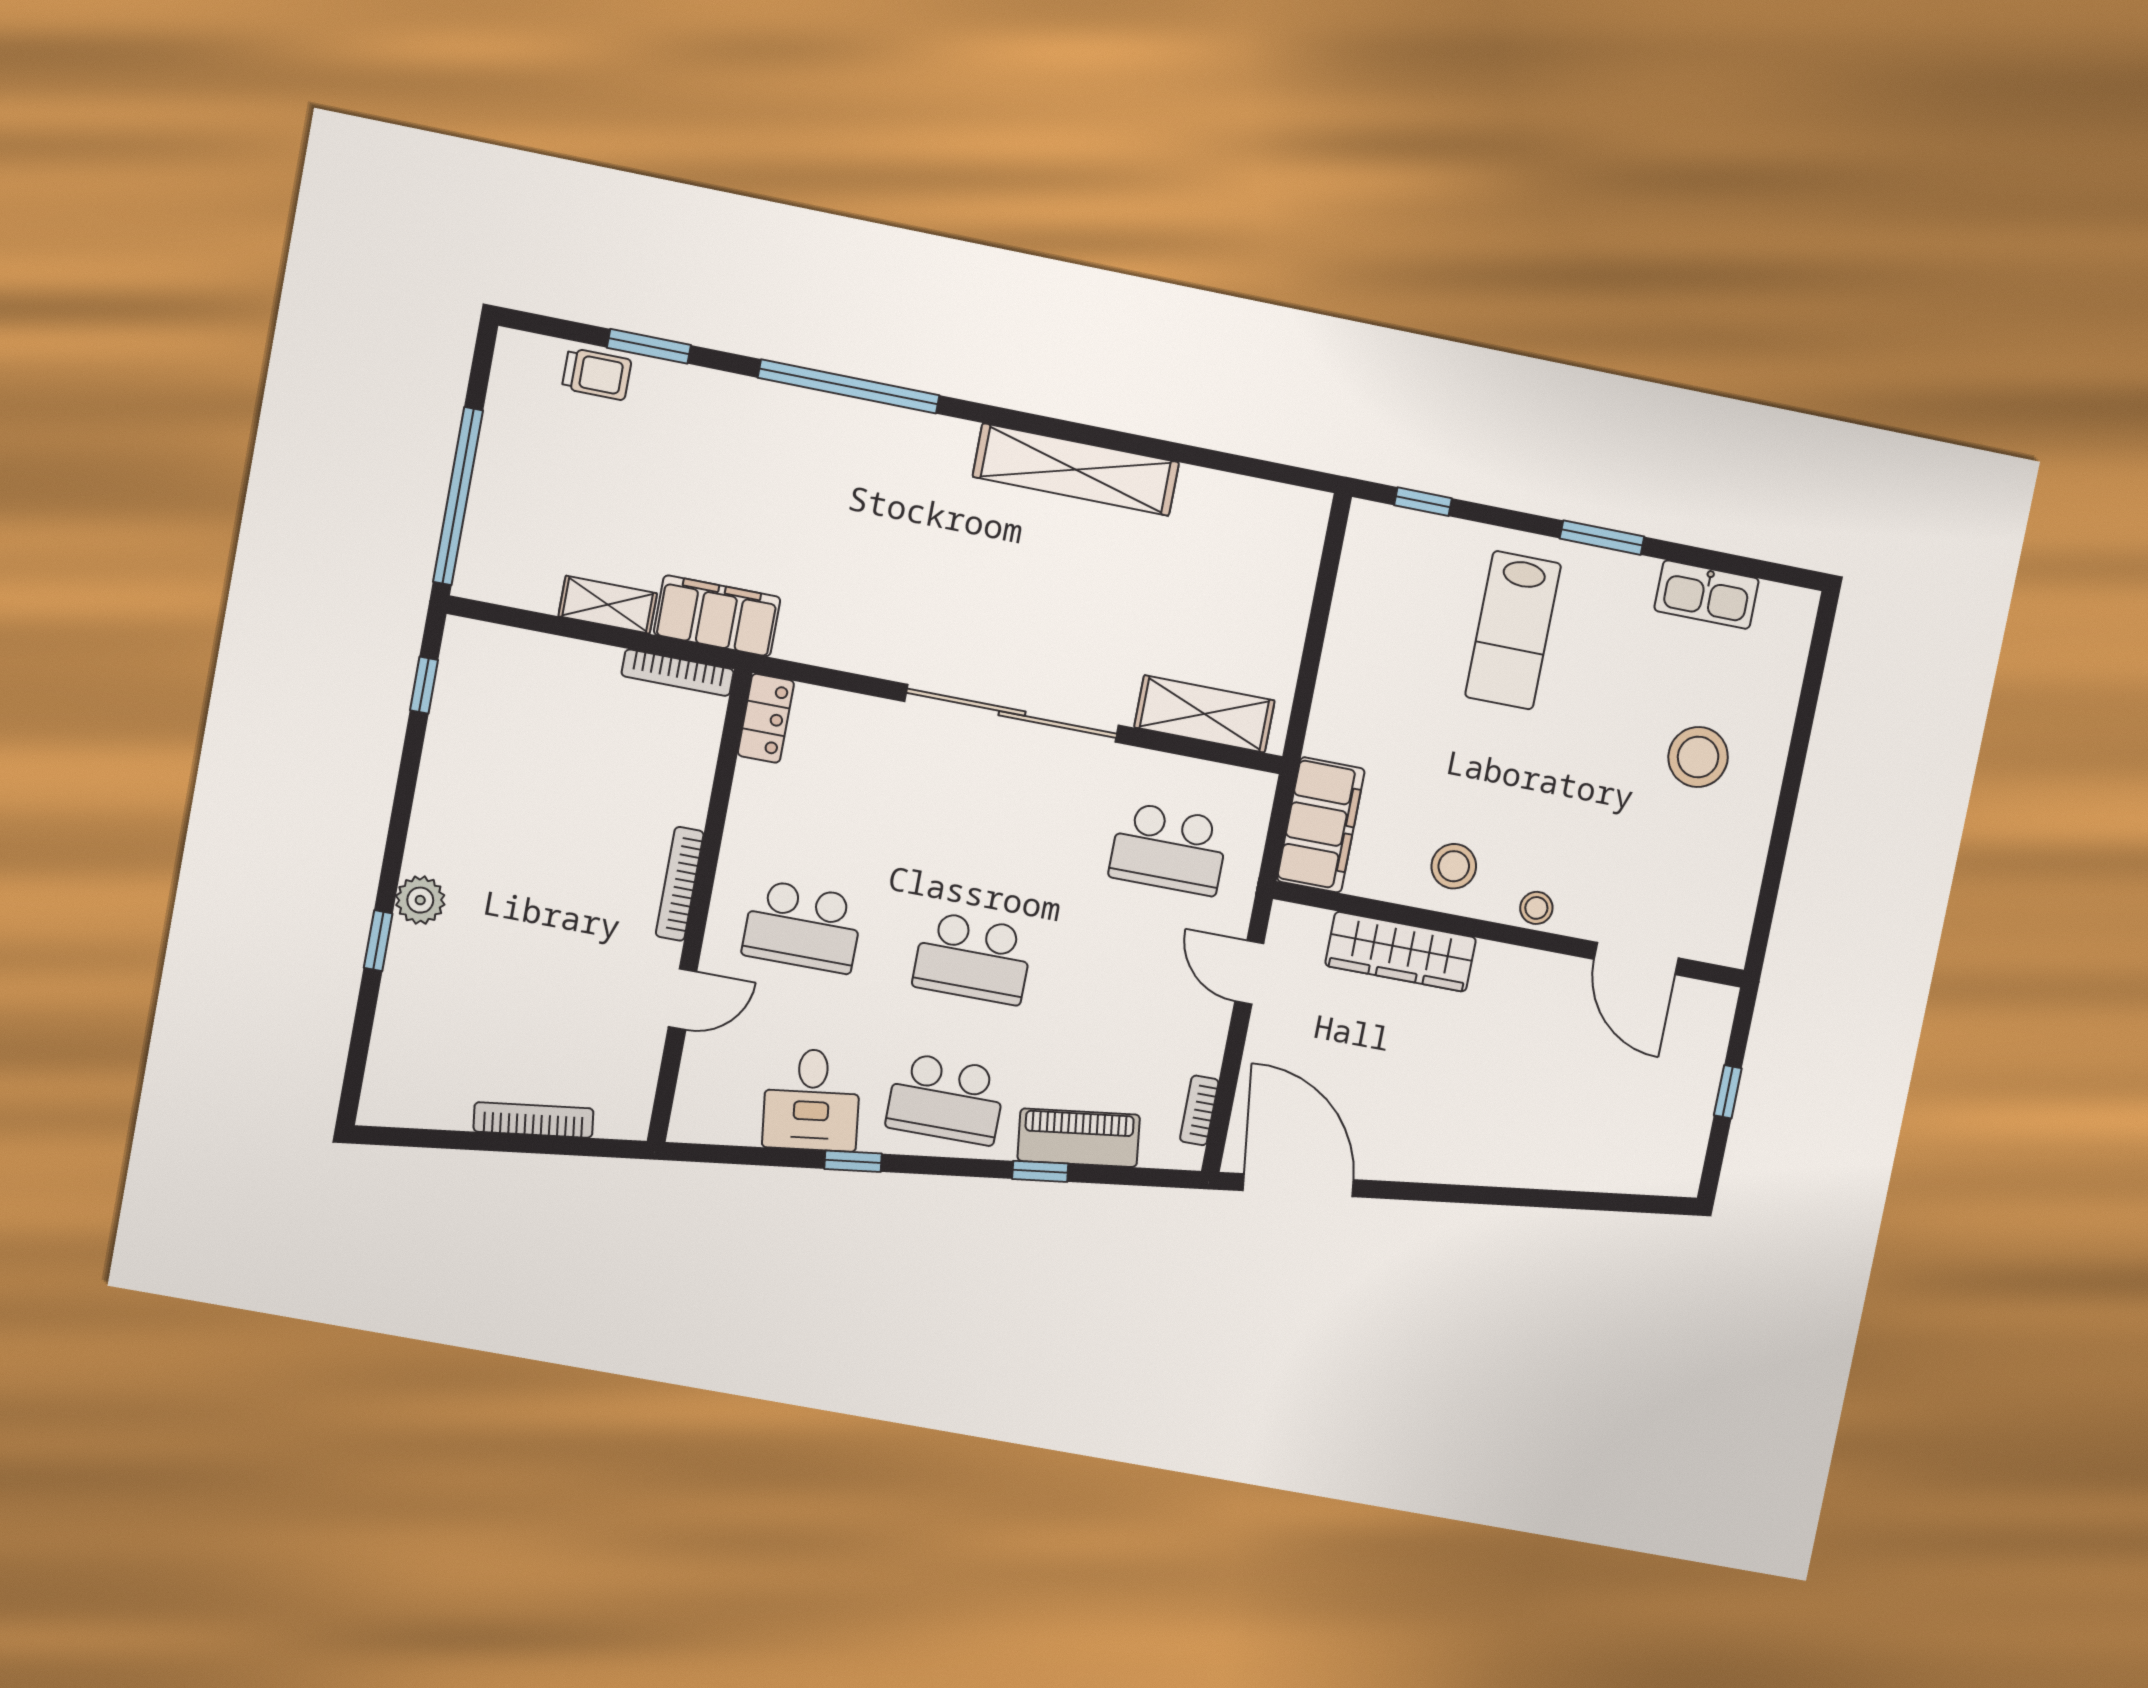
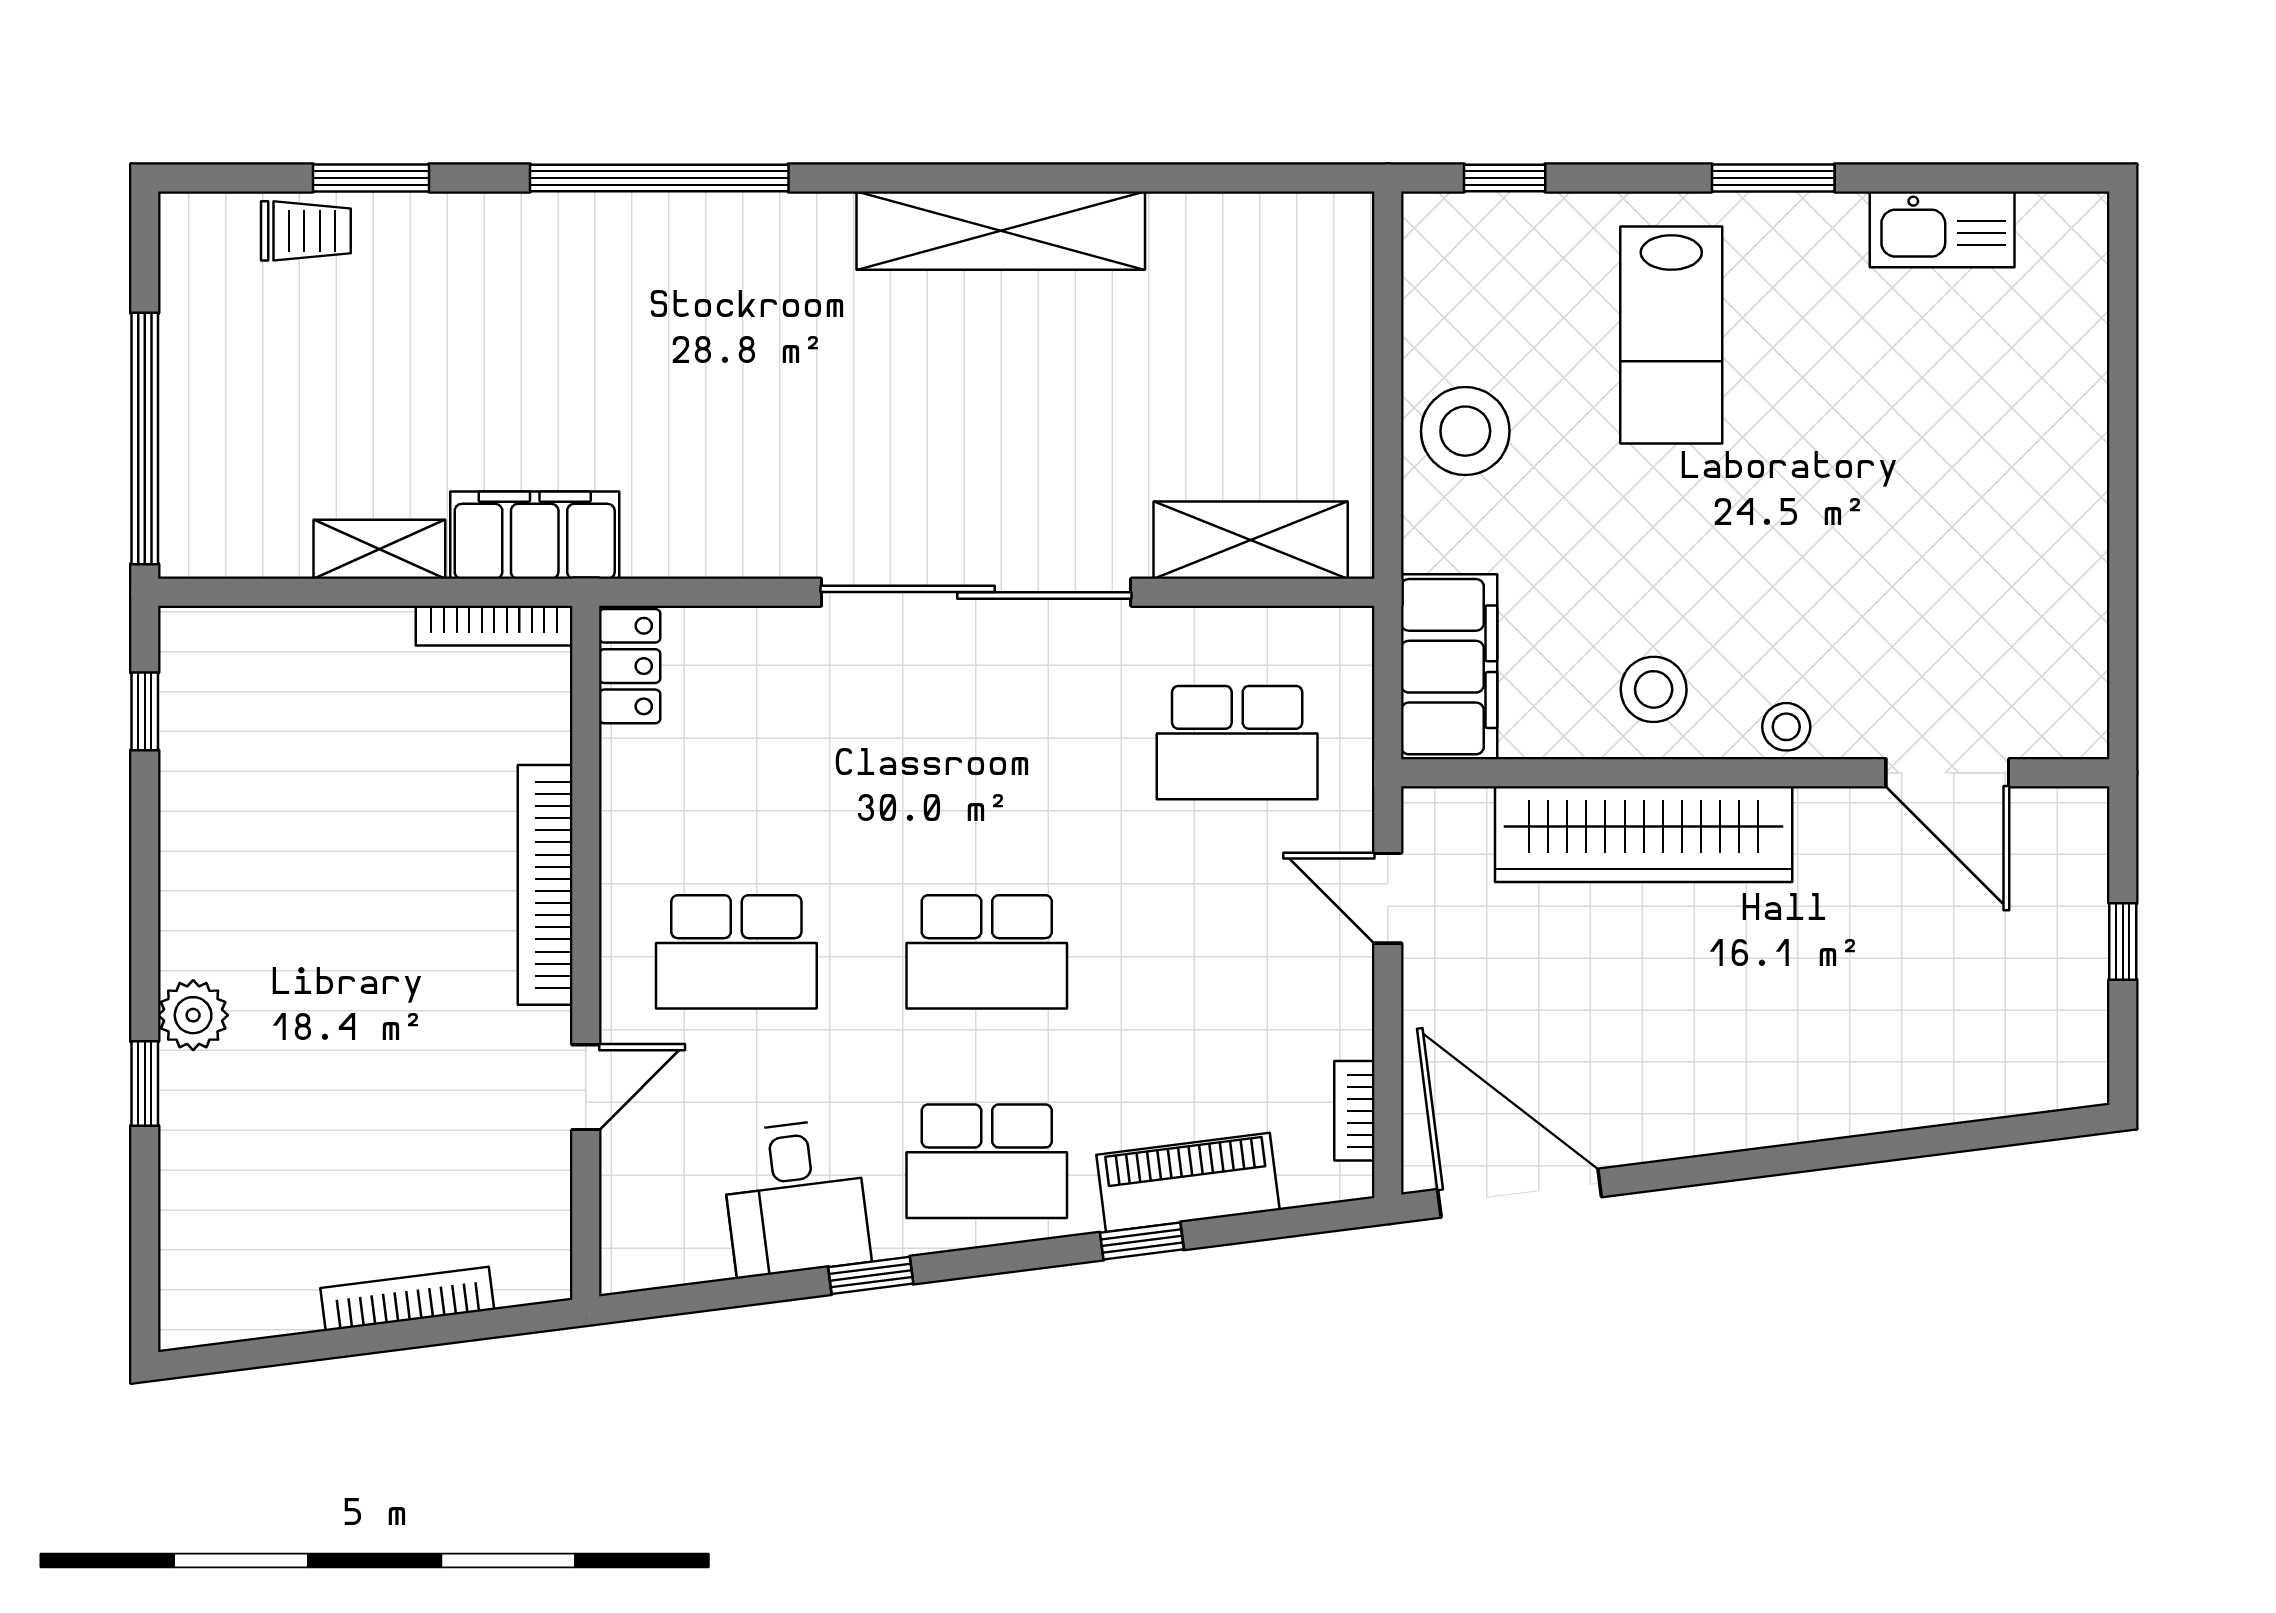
stool: (1698, 757) -> (1465, 431), moved
bookcase: (680, 884) -> (545, 885), width x1.48, depth x1.31
wardrobe: (1401, 952) -> (1644, 834), width x1.40, depth x1.17

